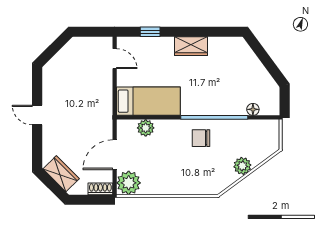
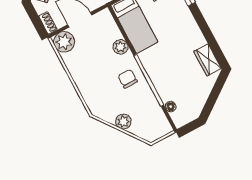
wardrobe: (191, 46) -> (207, 60), moved
plant: (146, 128) -> (121, 47), moved

